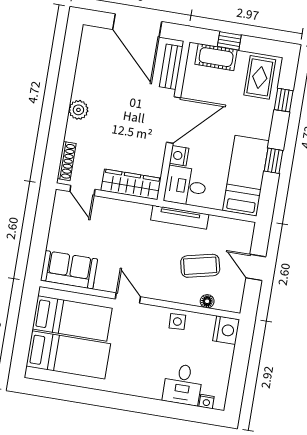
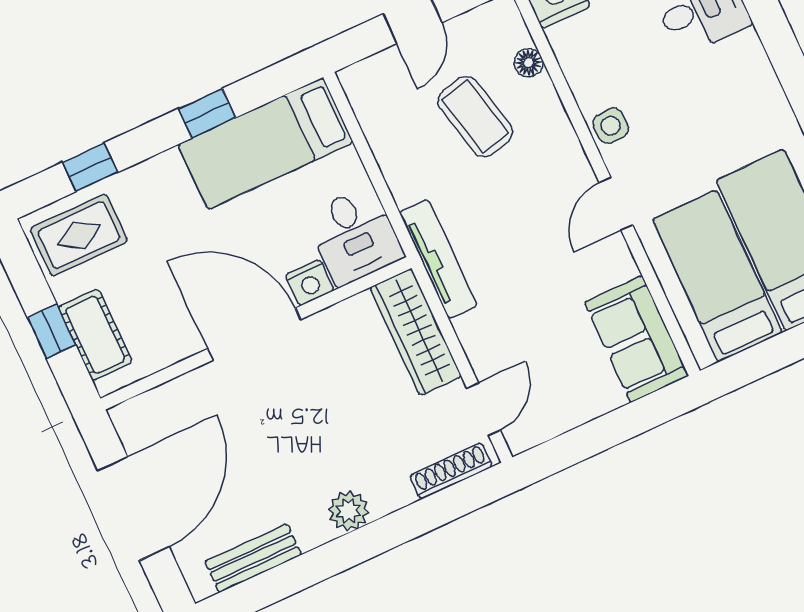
bench: (171, 67) -> (253, 558), moved
tv unit: (180, 217) -> (438, 259), moved
side table: (177, 322) -> (611, 126), moved

